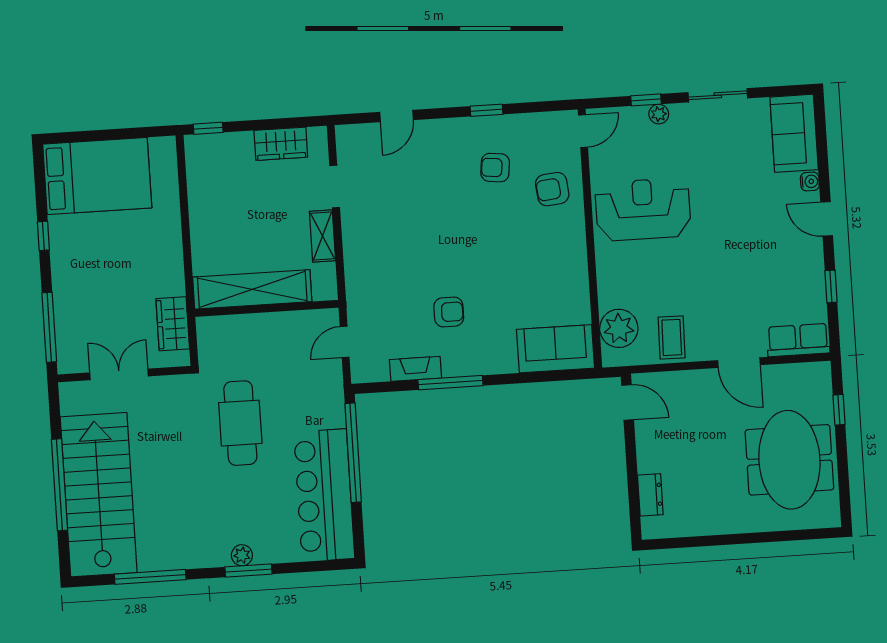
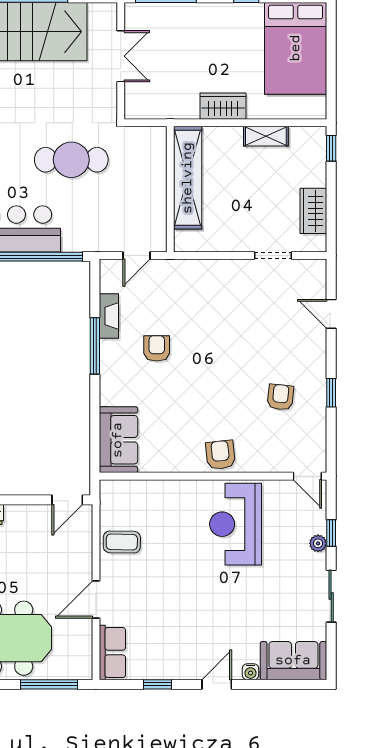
armchair: (552, 189) -> (220, 455), moved
reception desk: (643, 209) -> (236, 524), turned 180
shelving: (322, 236) -> (266, 136), moved
armchair: (449, 312) -> (157, 348), turned 180
wardrobe: (173, 324) -> (223, 106), moved
plant: (619, 328) -> (133, 496), removed
door: (345, 342) -> (136, 256), swing flipped
window: (839, 410) -> (49, 684), width x2.17

